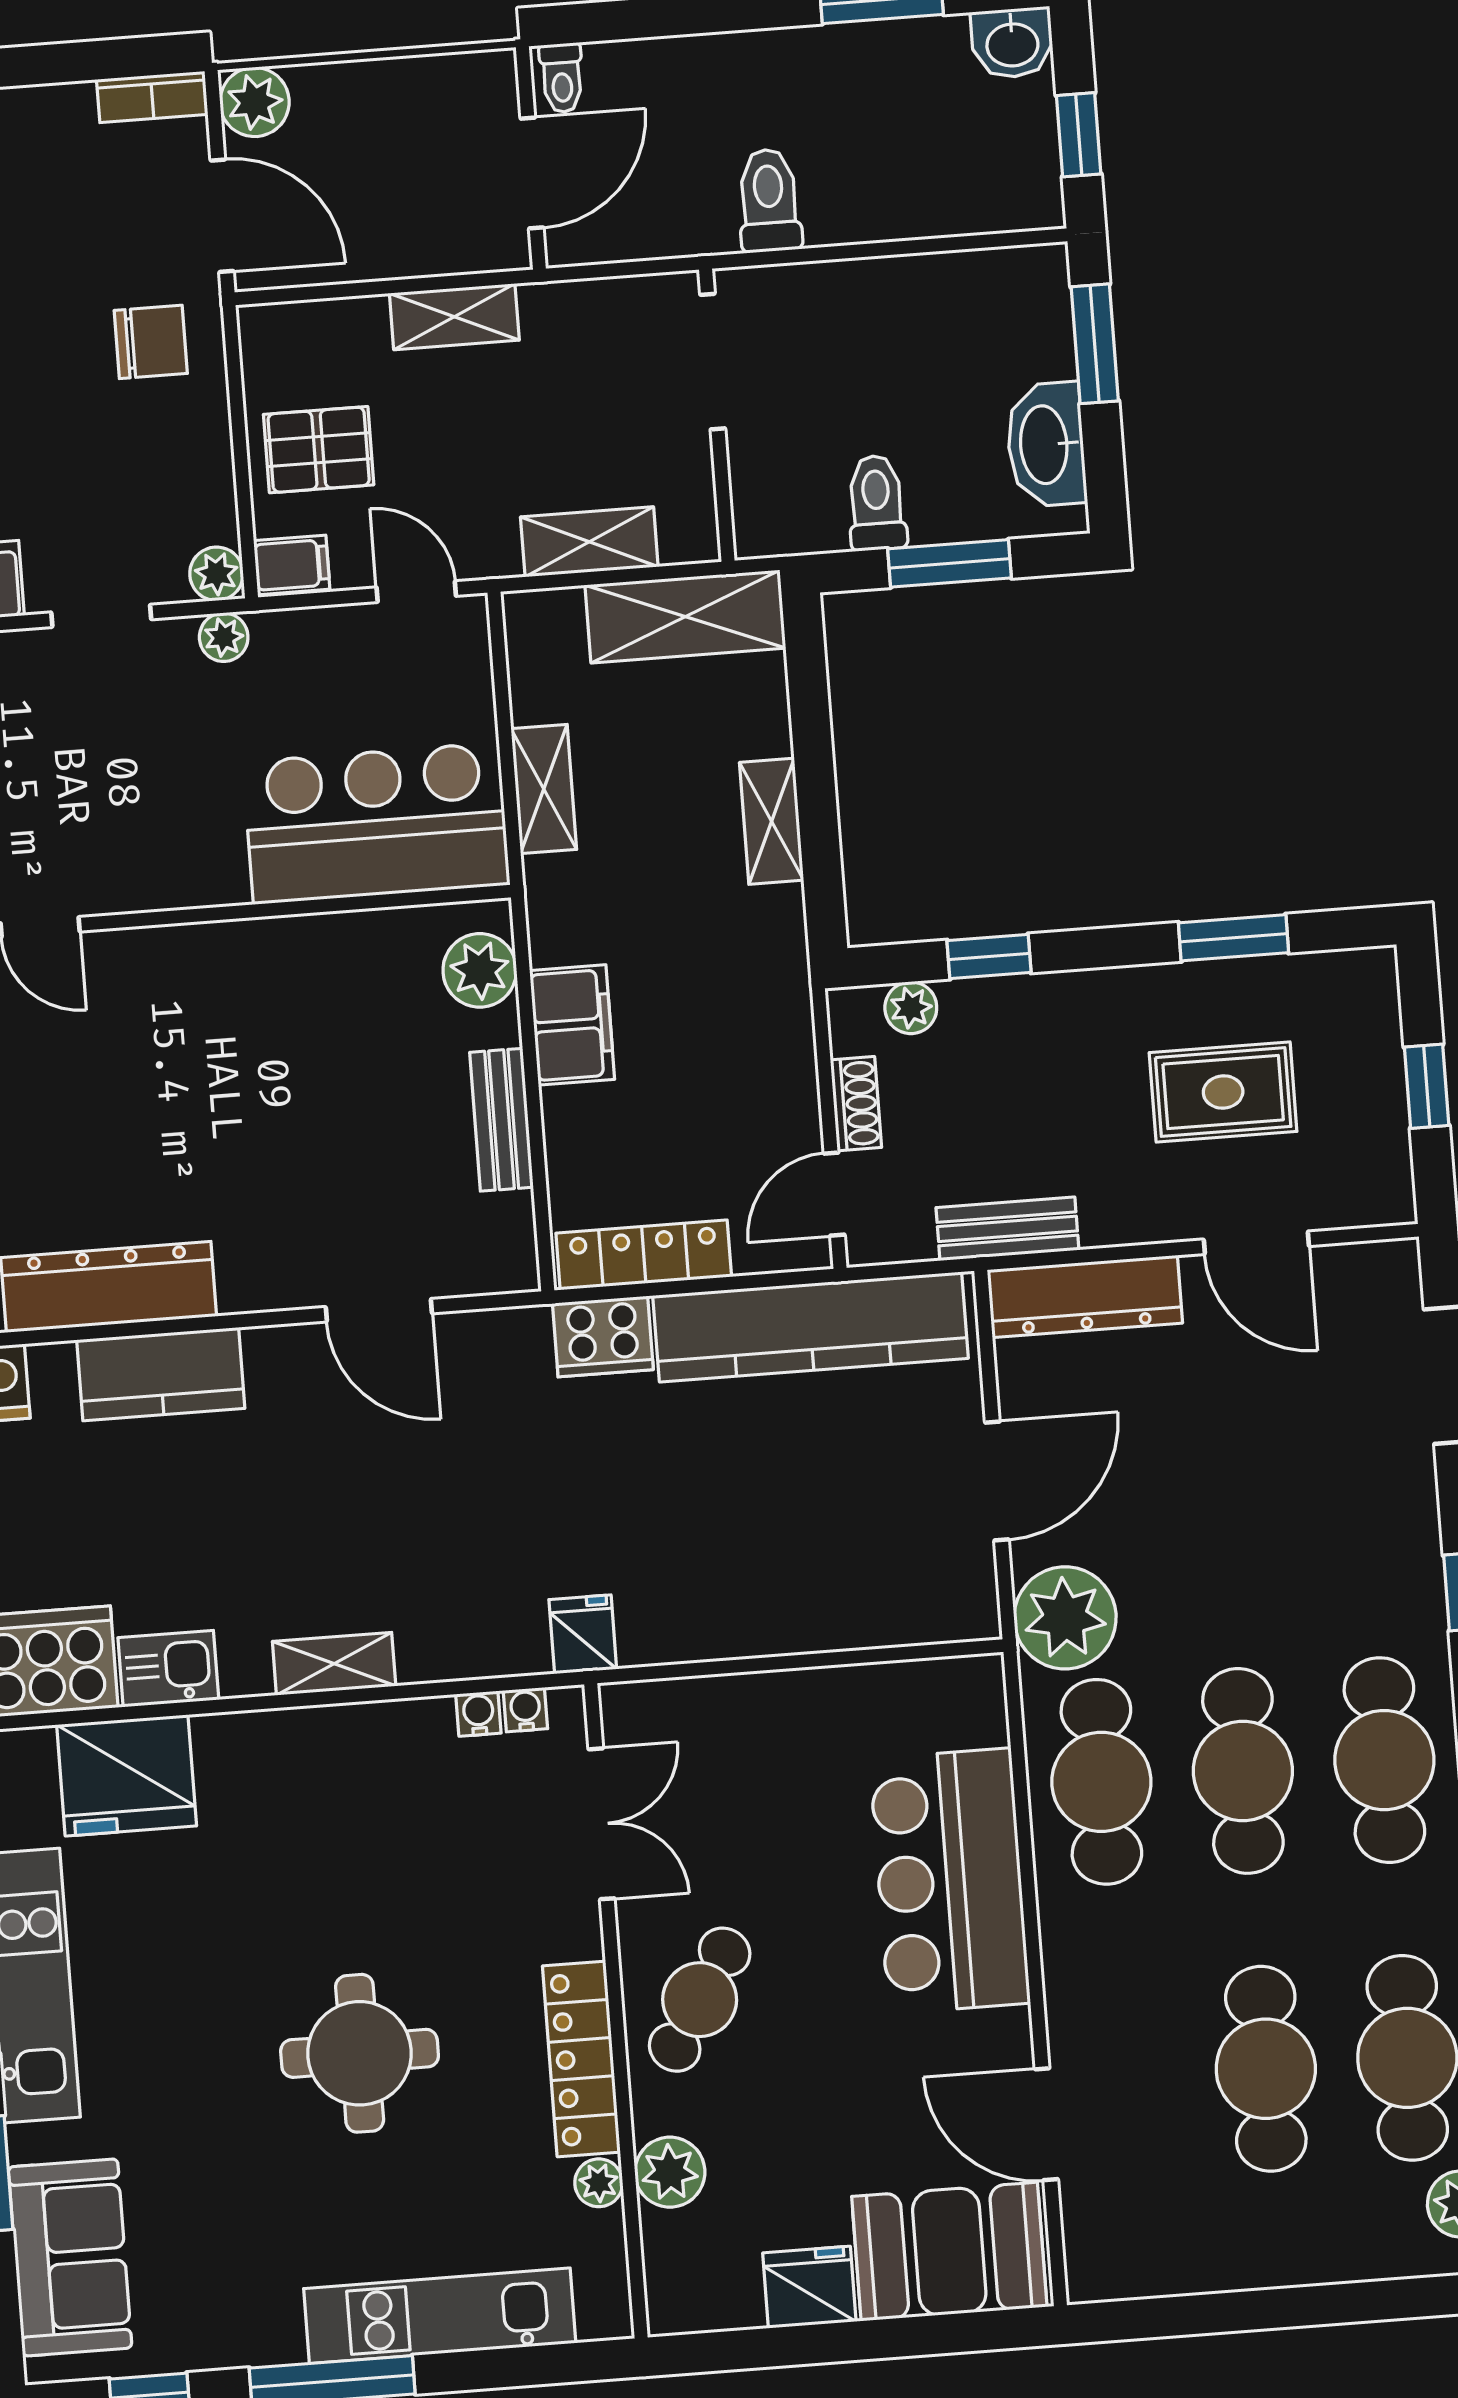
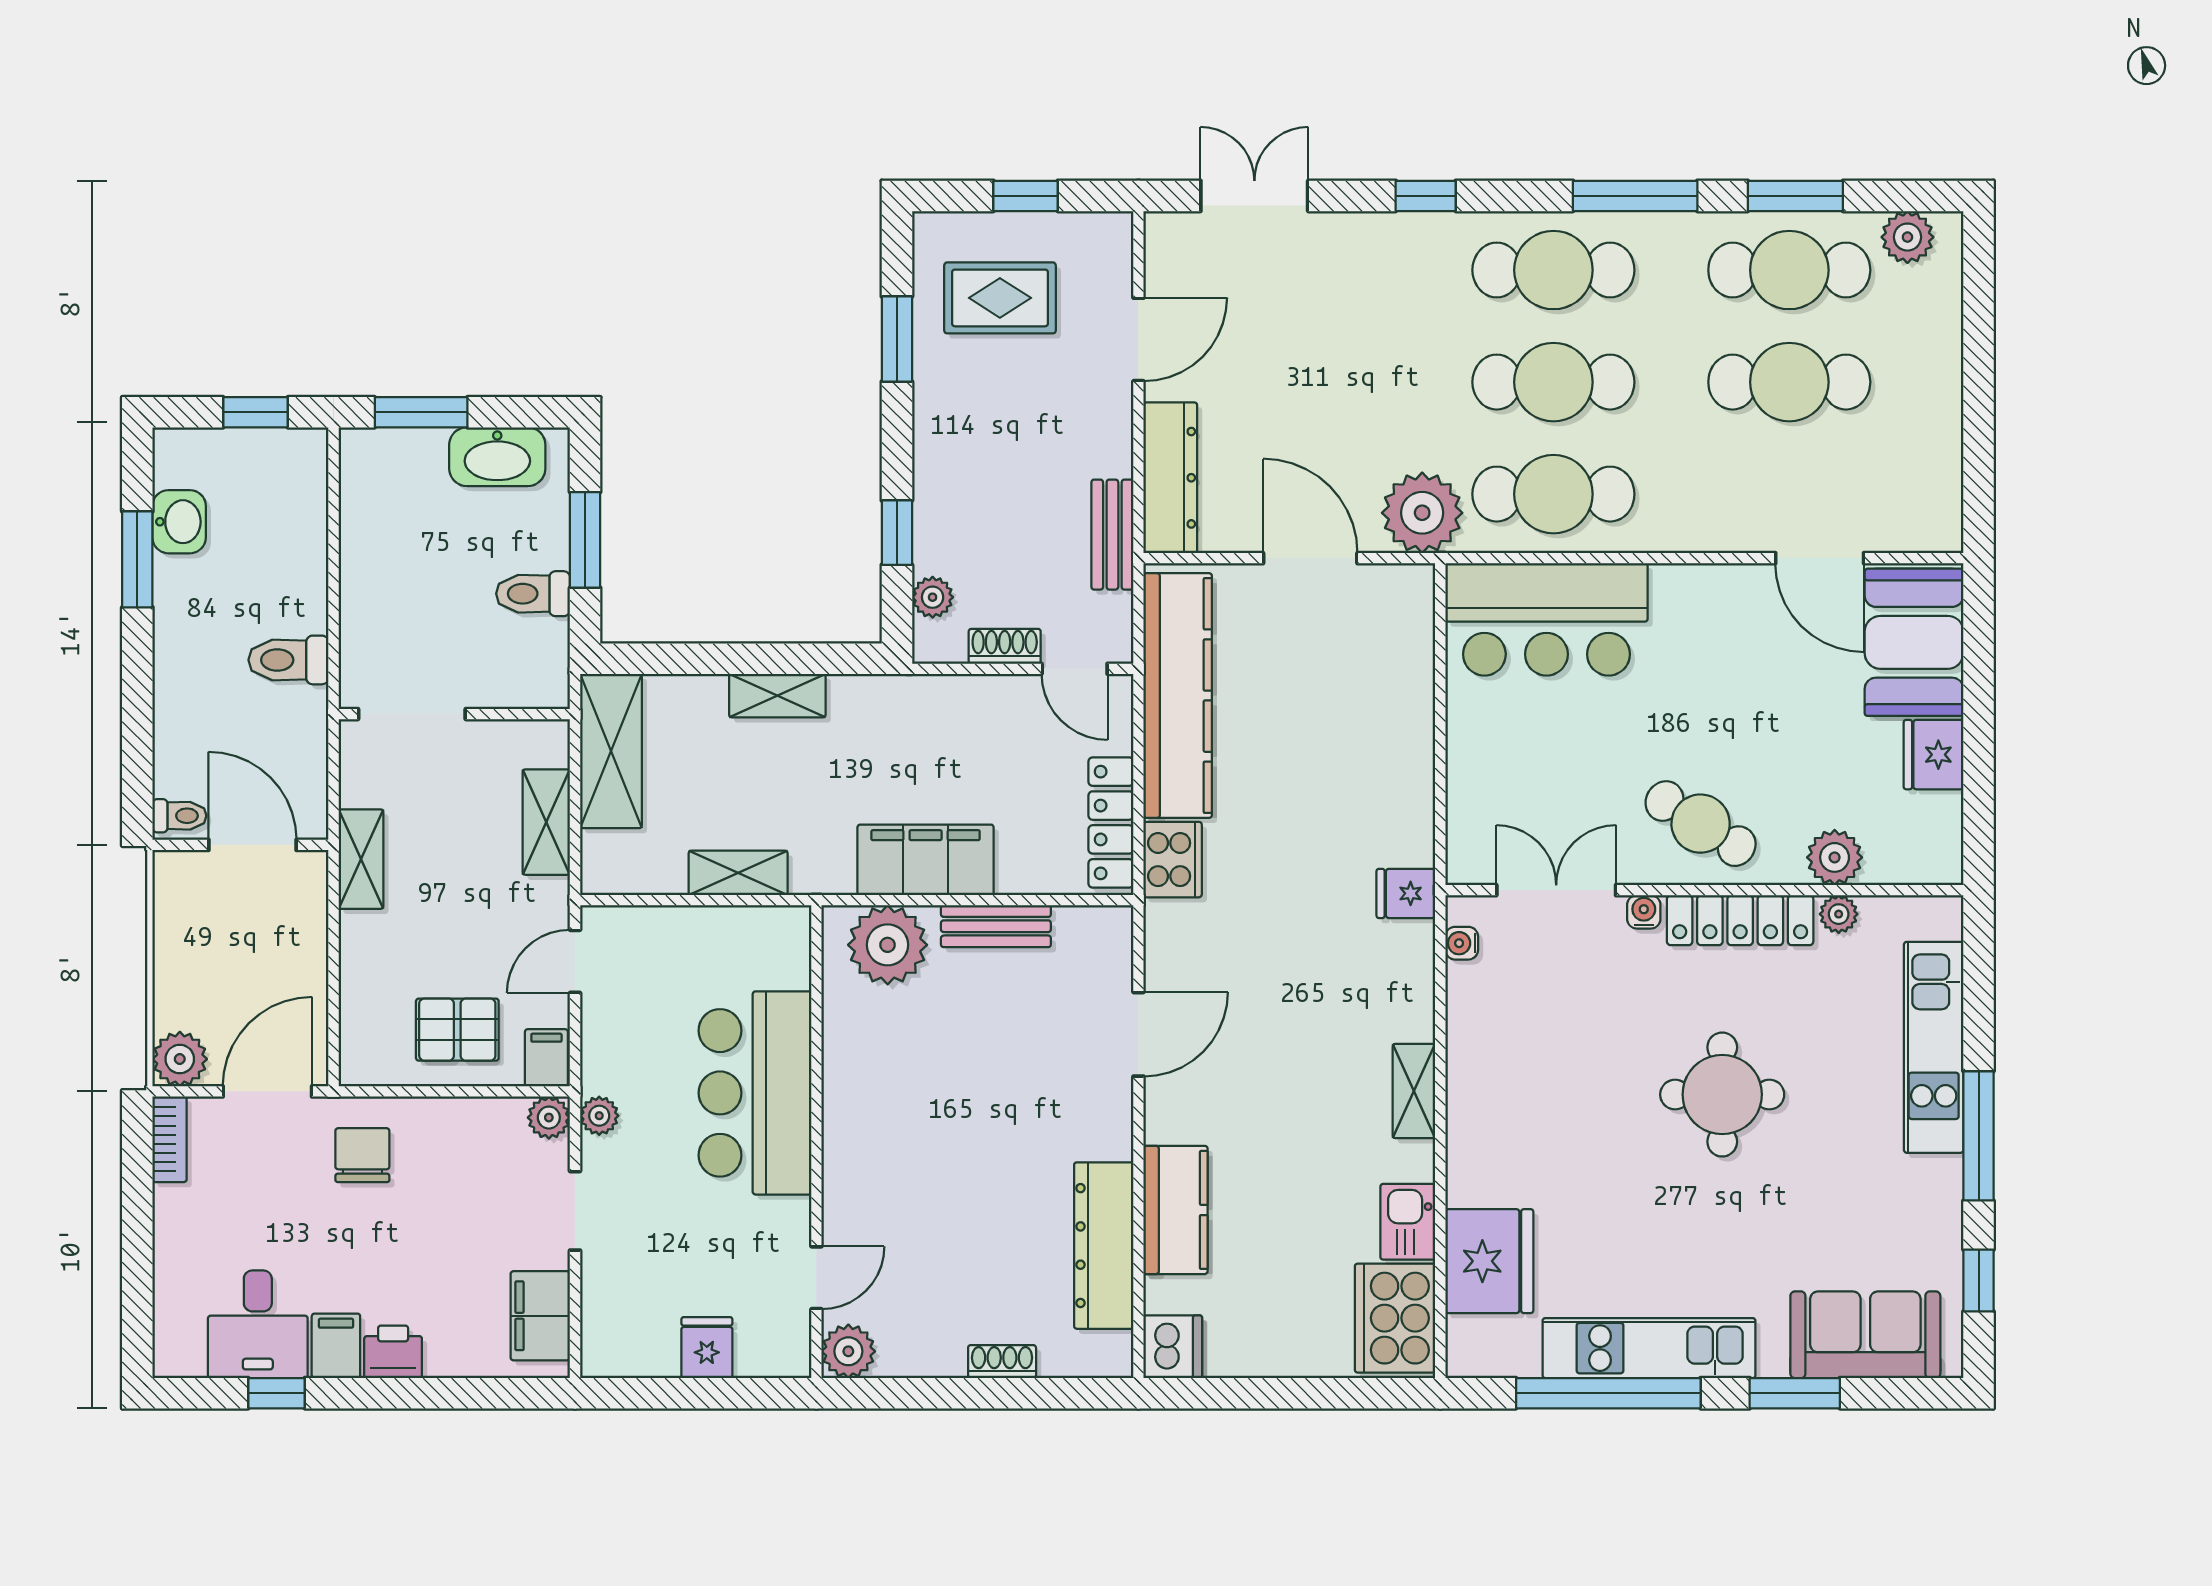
washbasin: (1012, 43) -> (179, 522), moved
shelving: (454, 317) -> (361, 859), moved
pallet: (319, 450) -> (457, 1030), turned 90
bar counter: (376, 823) -> (755, 1093), moved
plant: (480, 970) -> (888, 945), width x1.36, depth x1.36
filing cabinet: (572, 1025) -> (926, 860), width x1.50, depth x1.17
rug: (1223, 1092) -> (1000, 298), moved, turned 90
water cooler: (478, 1714) -> (1644, 912), moved, turned 90
bar counter: (950, 1881) -> (1546, 619), moved
door: (1046, 2124) -> (1820, 558), hinge flipped

